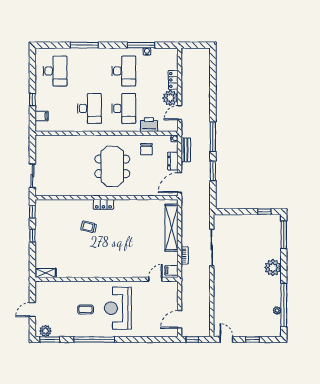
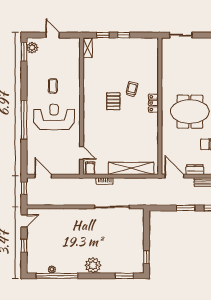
window: (32, 212) -> (103, 35), moved
window: (284, 235) -> (124, 276), width x0.69
pallet: (101, 246) -> (113, 101), added
window: (94, 339) -> (24, 120), moved

